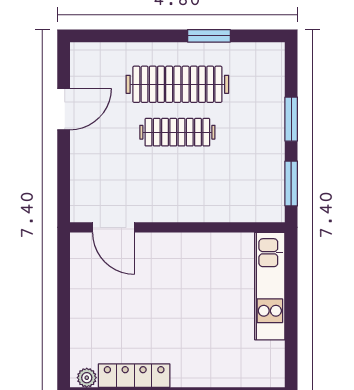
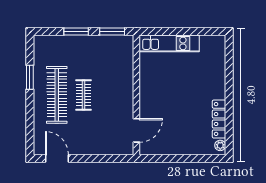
door: (64, 109) -> (57, 158), moved
clothes rail: (177, 132) -> (83, 95), width x0.73

